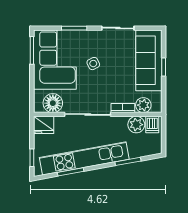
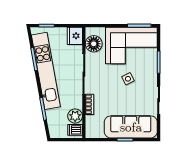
plant: (143, 105) -> (92, 122), removed

